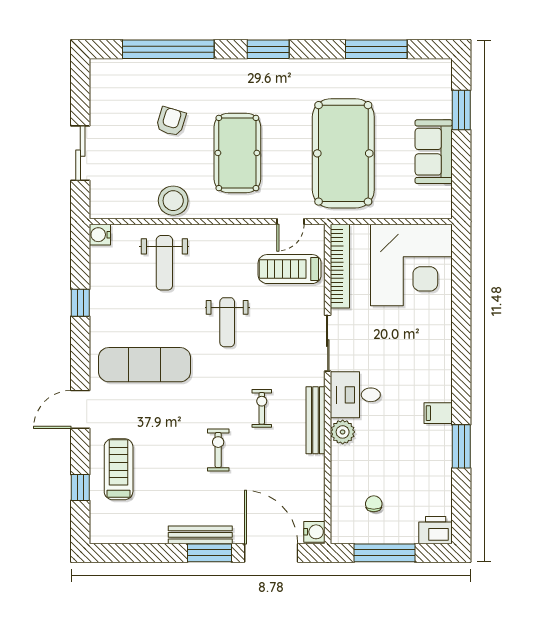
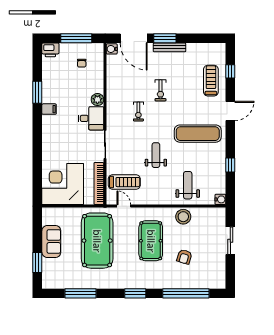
door: (290, 221) -> (124, 206), hinge flipped
bench: (315, 420) -> (111, 105), removed
treadmill: (119, 469) -> (211, 81), turned 180

